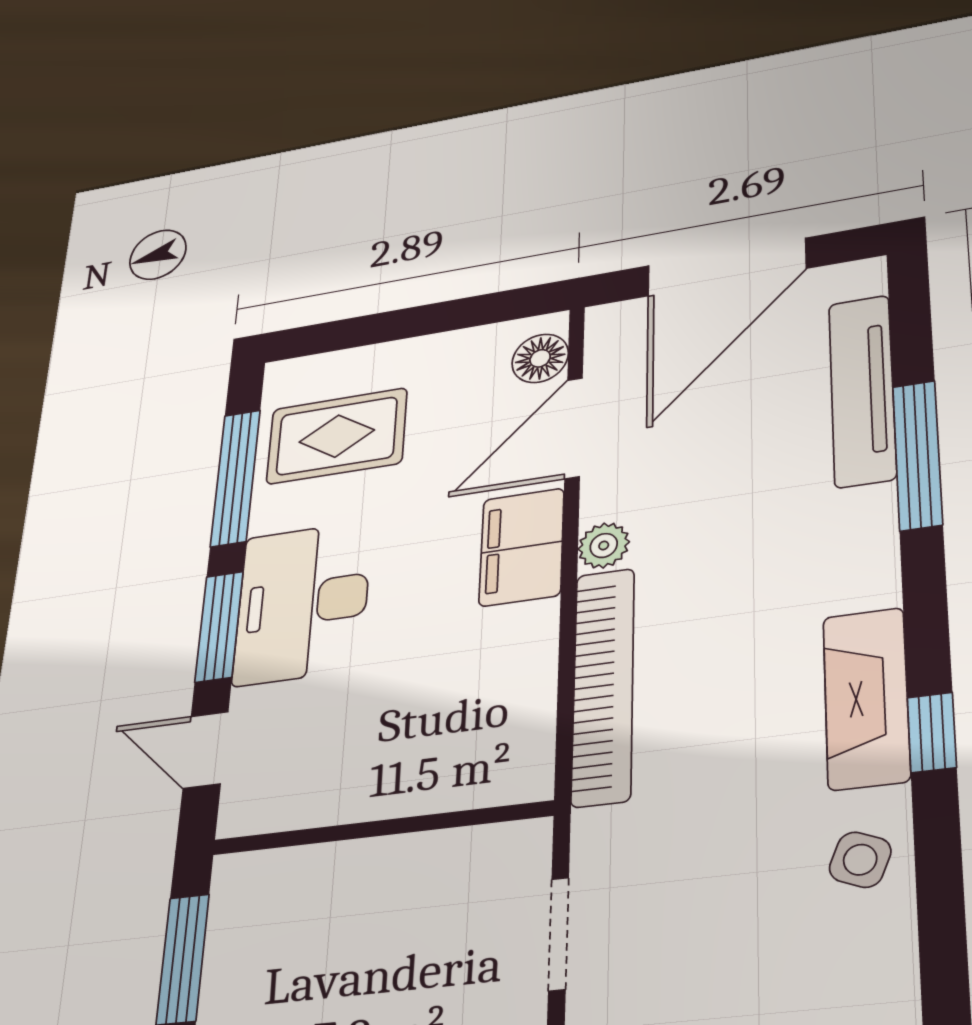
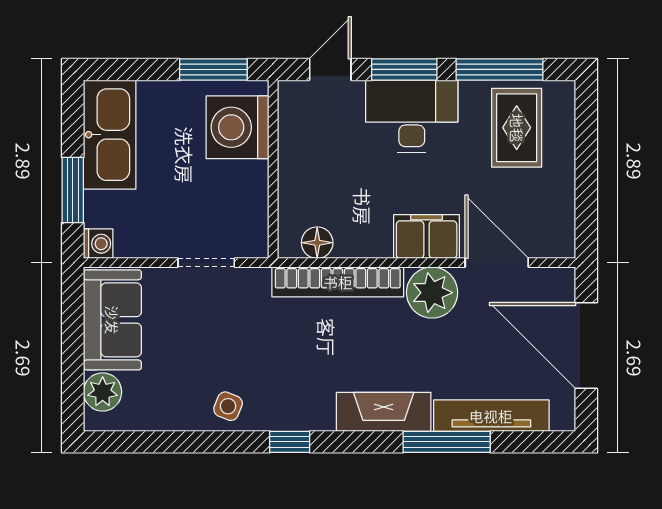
floor lamp: (540, 358) -> (317, 243), moved
plant: (604, 545) -> (432, 293), width x1.88, depth x1.88
fireplace: (866, 698) -> (384, 412), moved
washing machine: (296, 903) -> (237, 127), added

